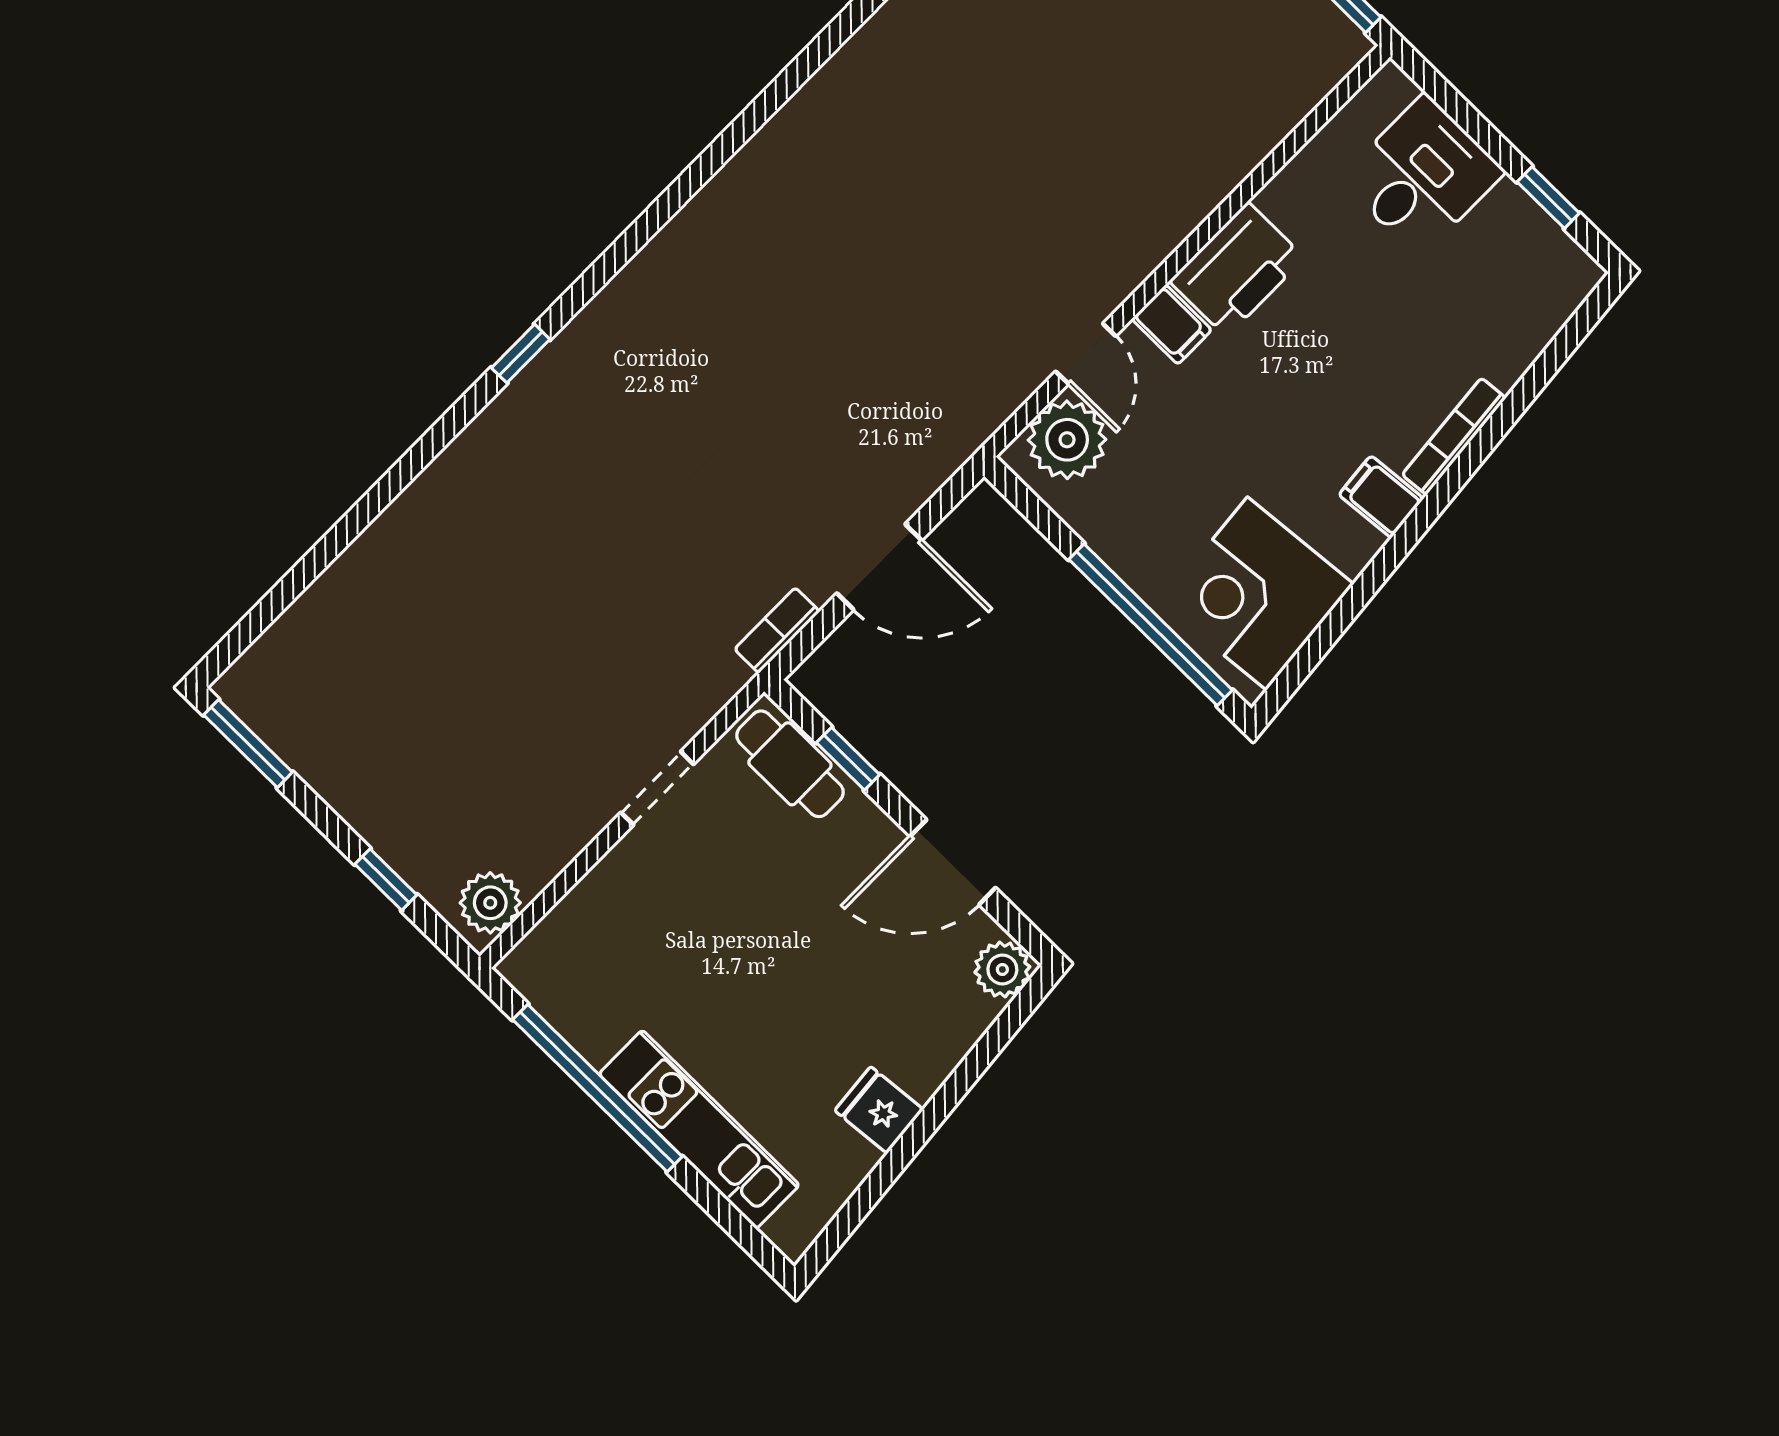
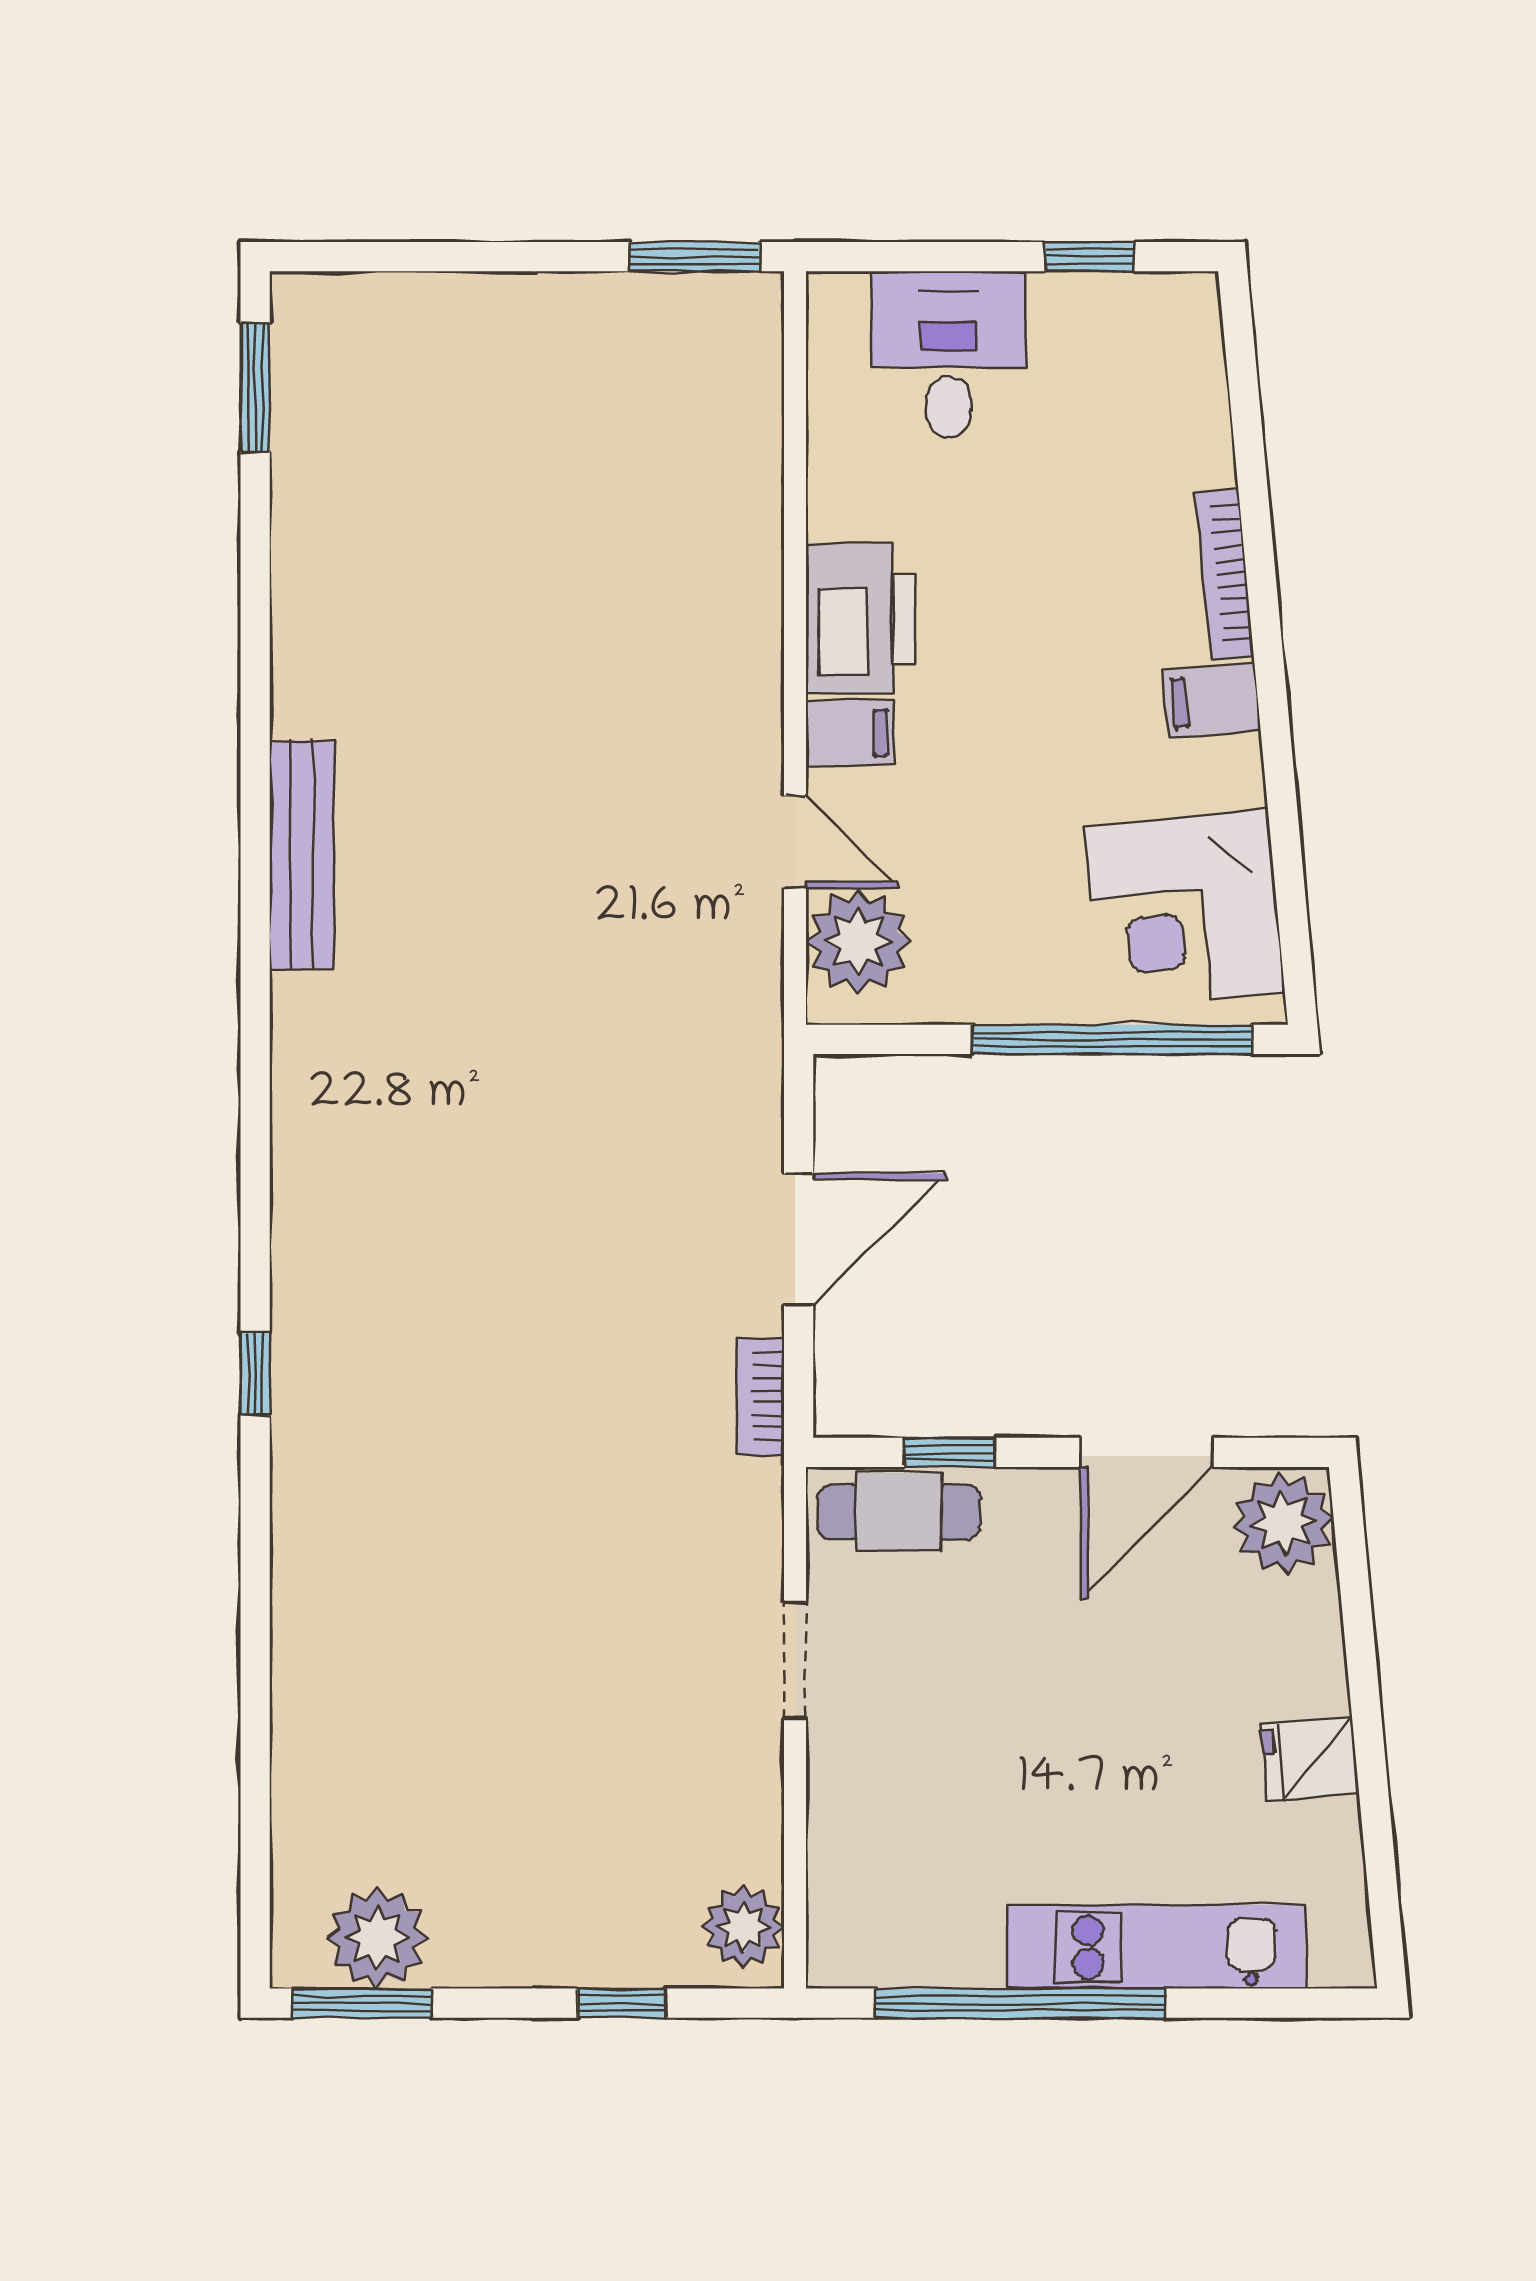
bench: (817, 103) -> (302, 855), added
plant: (290, 717) -> (377, 1938), added
plant: (1002, 970) -> (1283, 1523), width x1.36, depth x1.36

